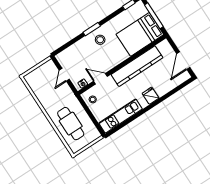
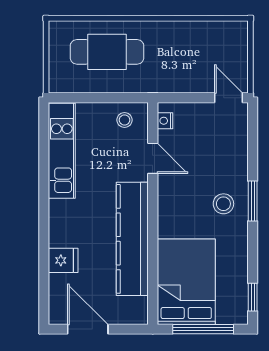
door: (64, 75) -> (229, 98), moved
door: (100, 79) -> (153, 158), hinge flipped
fridge: (151, 96) -> (63, 260), moved

